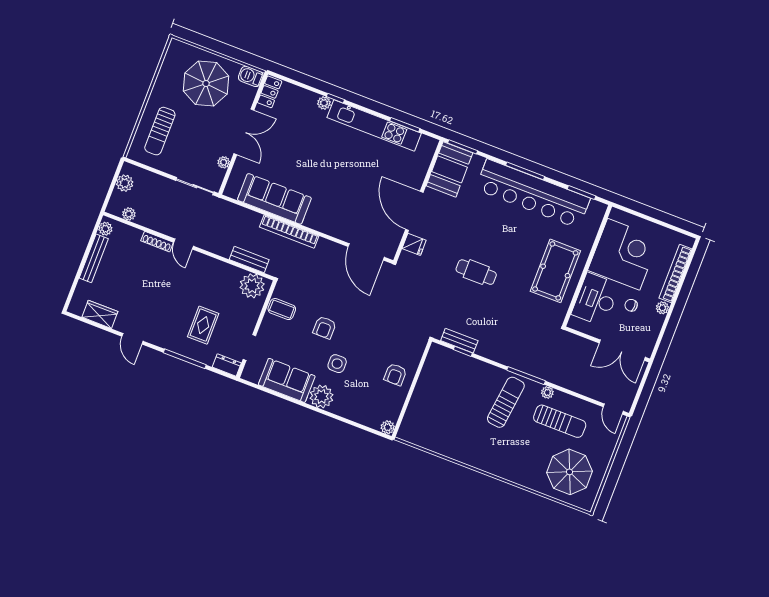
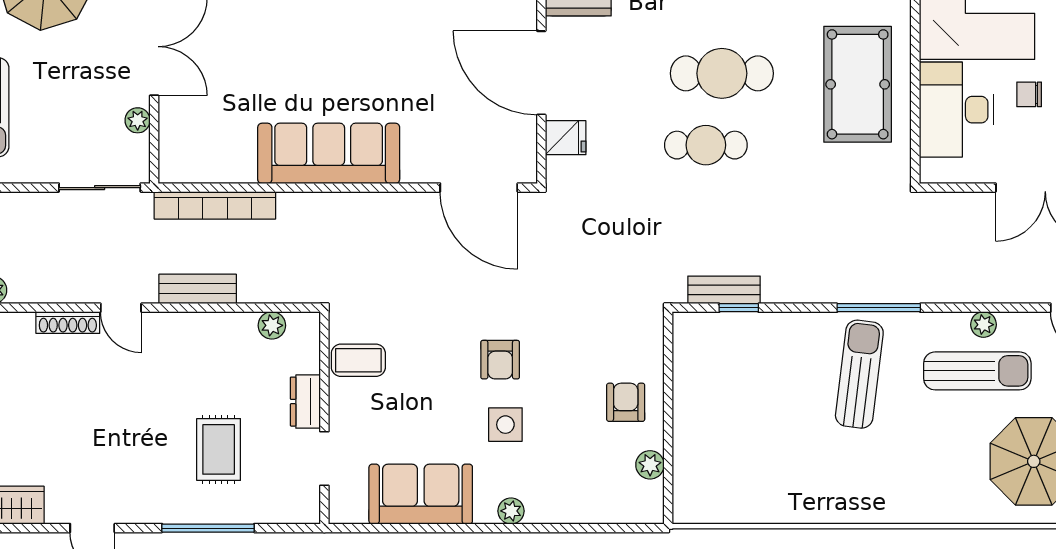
sofa: (274, 199) -> (329, 153), moved
bookcase: (289, 232) -> (215, 205), moved
cafe table: (496, 242) -> (722, 73), added
bench: (249, 260) -> (198, 289), moved
plant: (252, 286) -> (272, 325), width x0.53, depth x0.53
armchair: (324, 327) -> (500, 360), moved
dresser: (227, 365) -> (305, 402), moved, turned -90
armchair: (395, 374) -> (626, 402), turned 180
plant: (547, 392) -> (983, 325), moved
plant: (321, 396) -> (511, 511), width x0.53, depth x0.53
plant: (388, 427) -> (650, 465), moved

